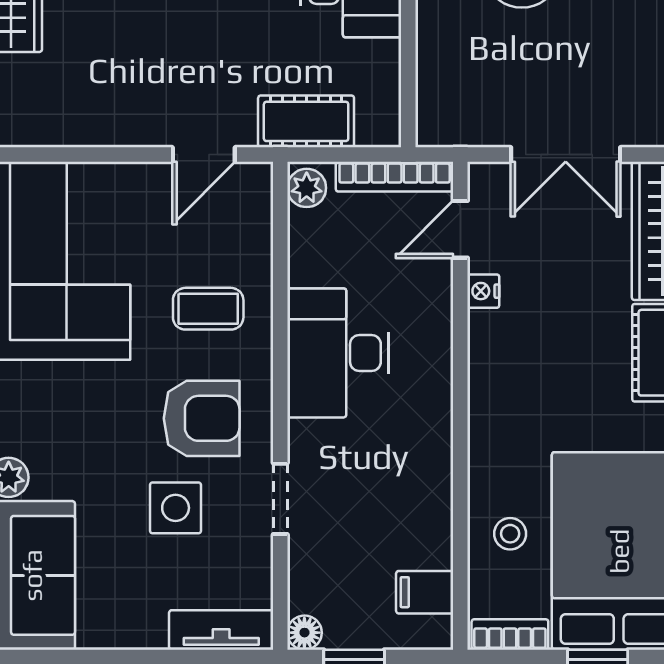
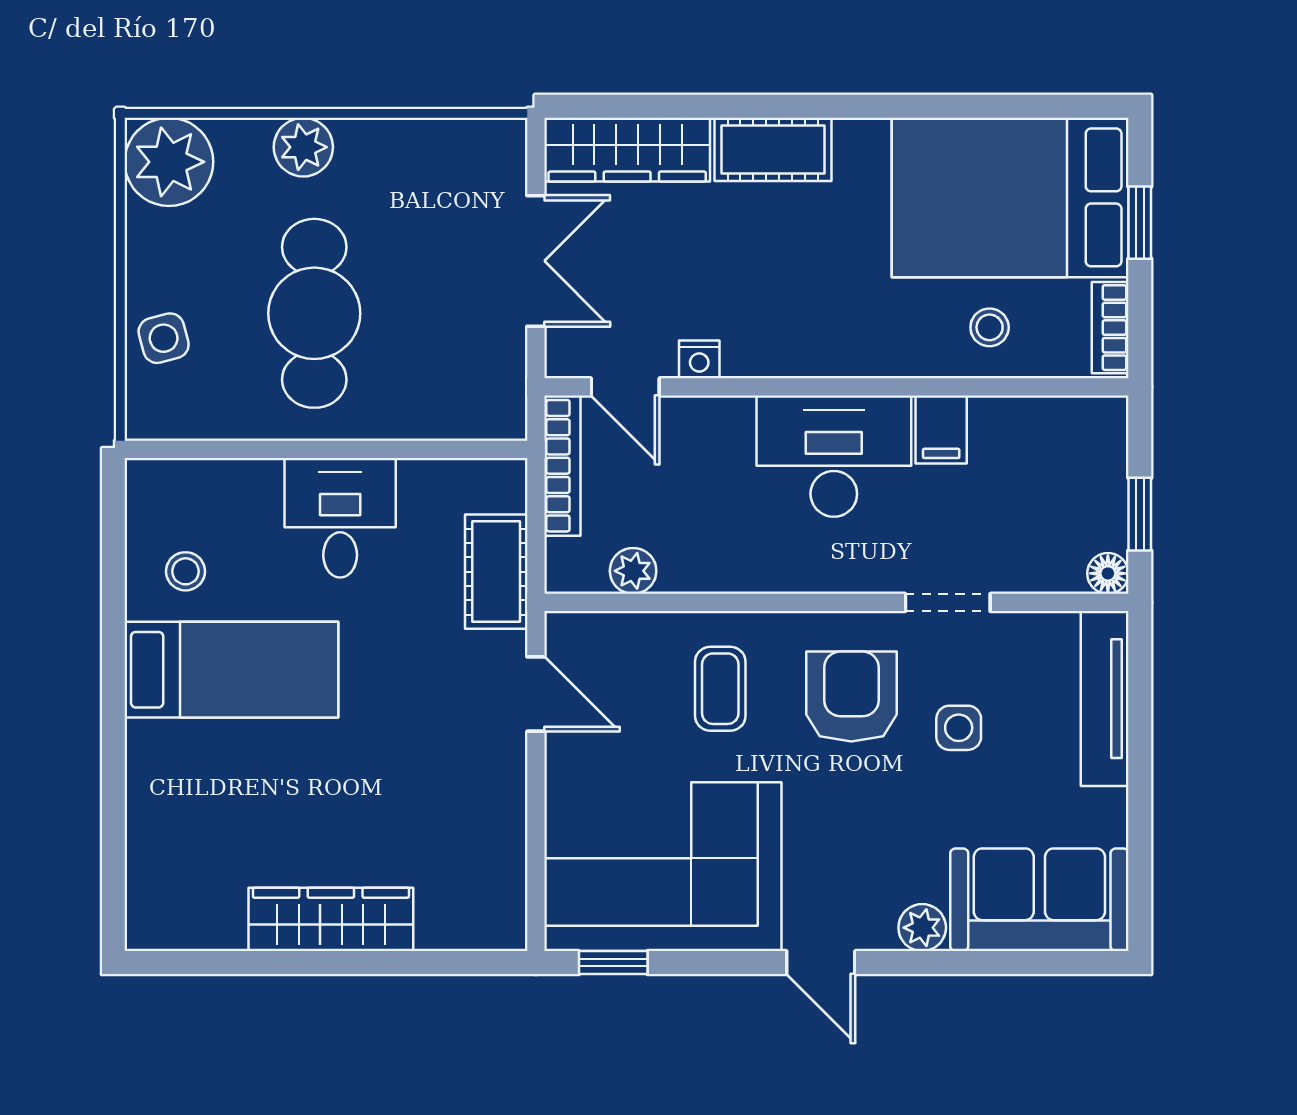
plant: (307, 188) -> (633, 571), moved
desk: (338, 353) -> (834, 456), moved, turned 180
side table: (176, 508) -> (959, 728), width x0.73, depth x0.73
filing cabinet: (425, 592) -> (941, 430), moved
tv unit: (221, 630) -> (1105, 699), width x1.41

